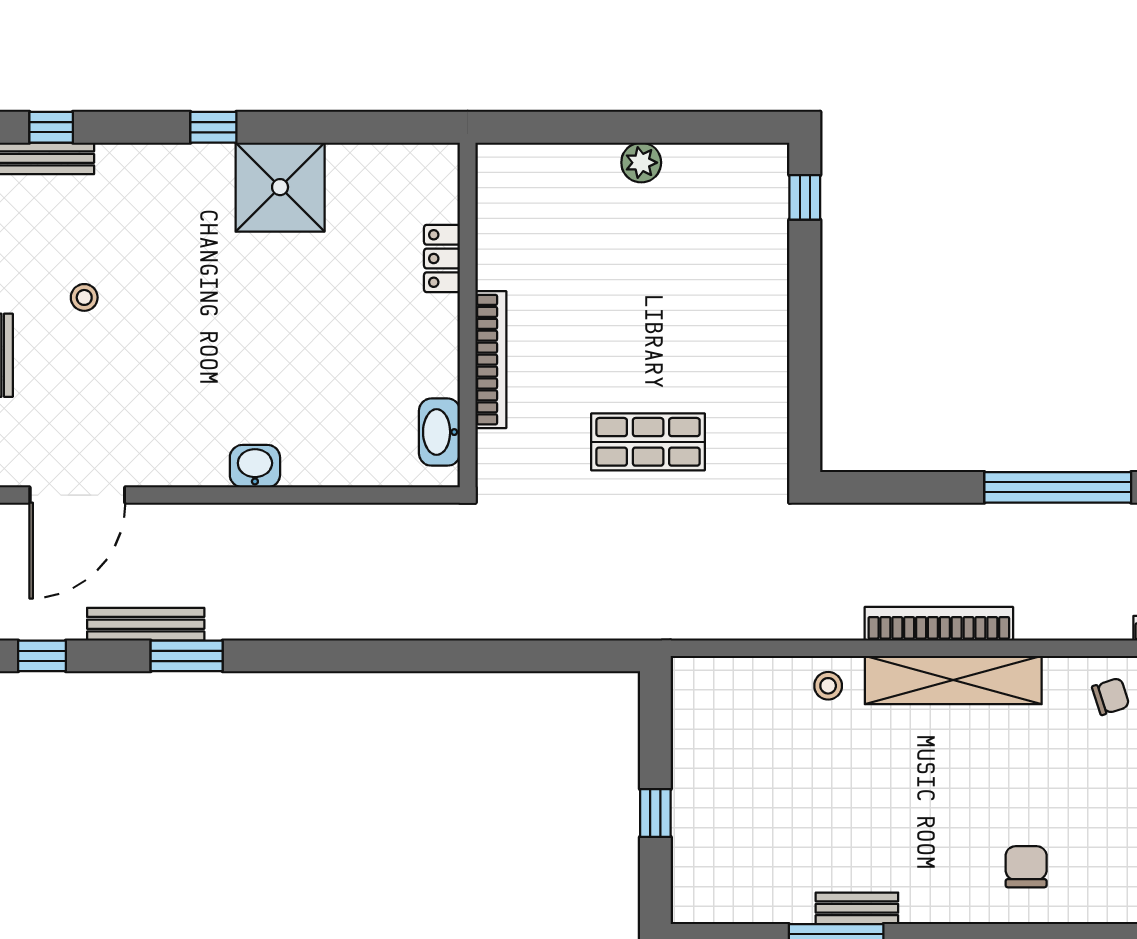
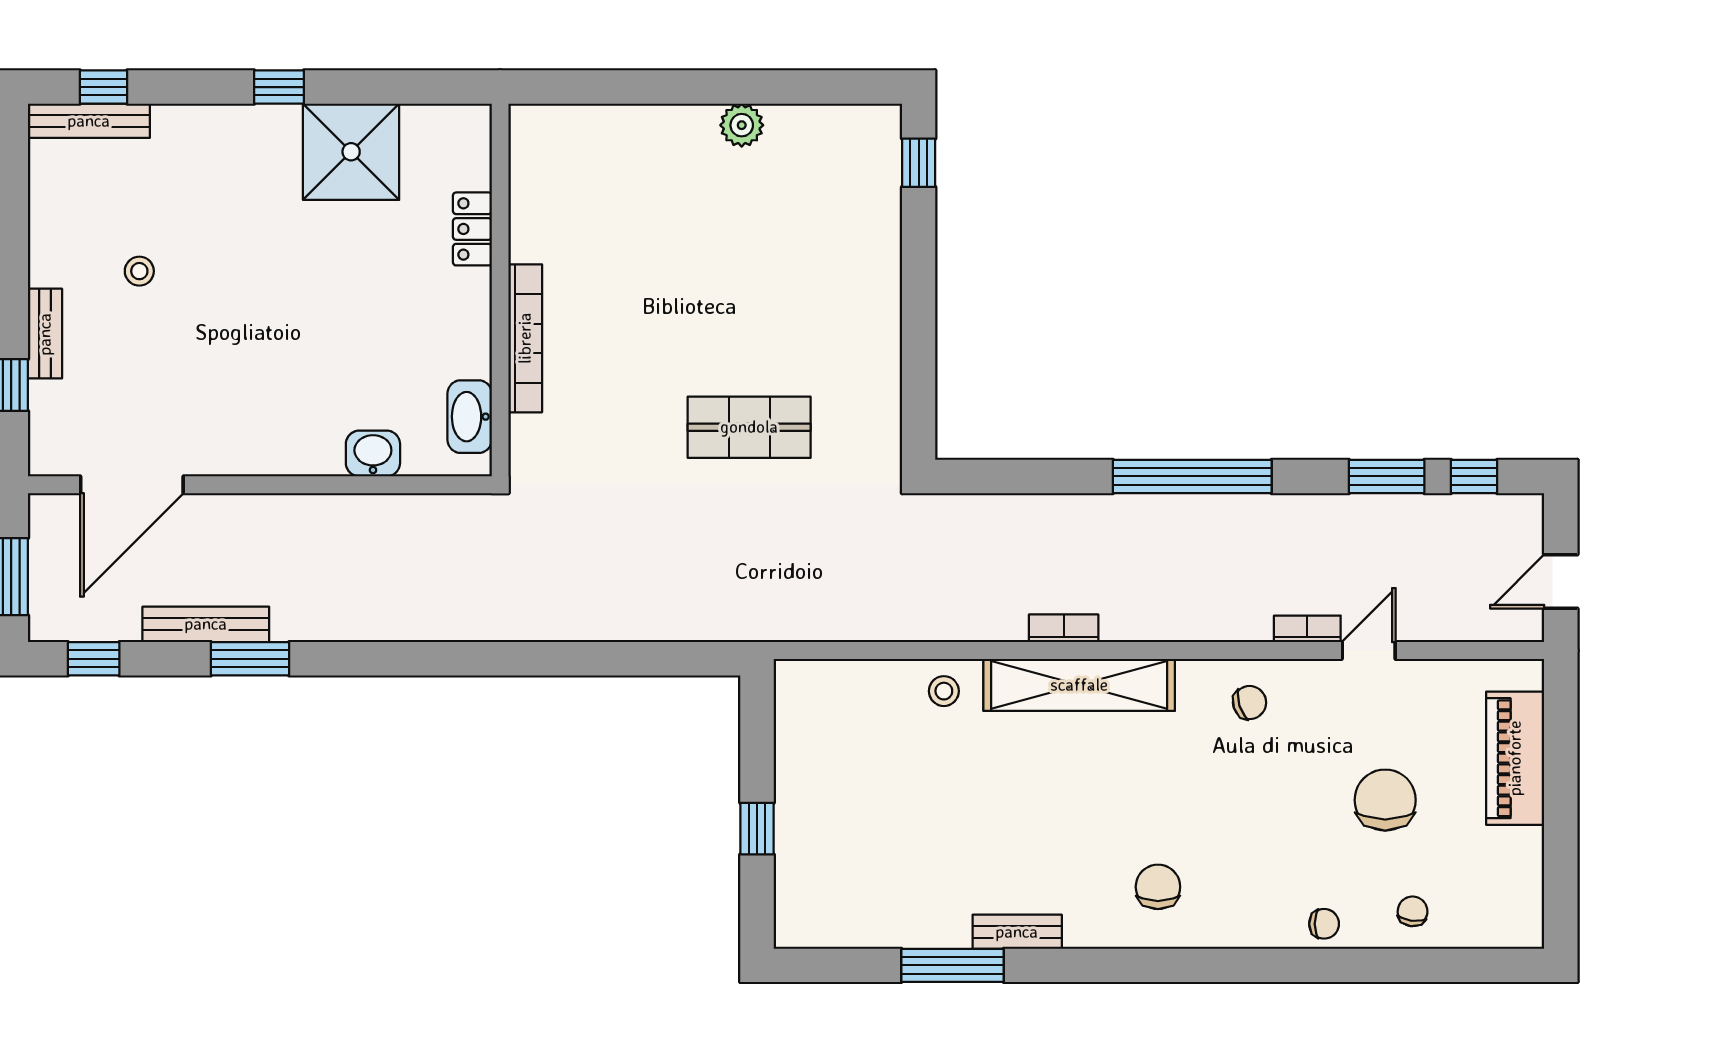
locker: (442, 259) -> (472, 229), moved
wall: (468, 315) -> (500, 290), moved
bookcase: (491, 360) -> (525, 338), moved
washbasin: (439, 432) -> (470, 417), moved
washbasin: (255, 466) -> (373, 453), moved
bookcase: (939, 624) -> (1064, 628), width x0.43, depth x0.76
bench: (857, 908) -> (1017, 932), moved

